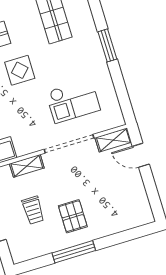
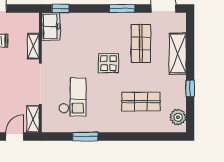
window: (107, 45) -> (85, 137), moved
checkout: (73, 101) -> (72, 97), turned 180

